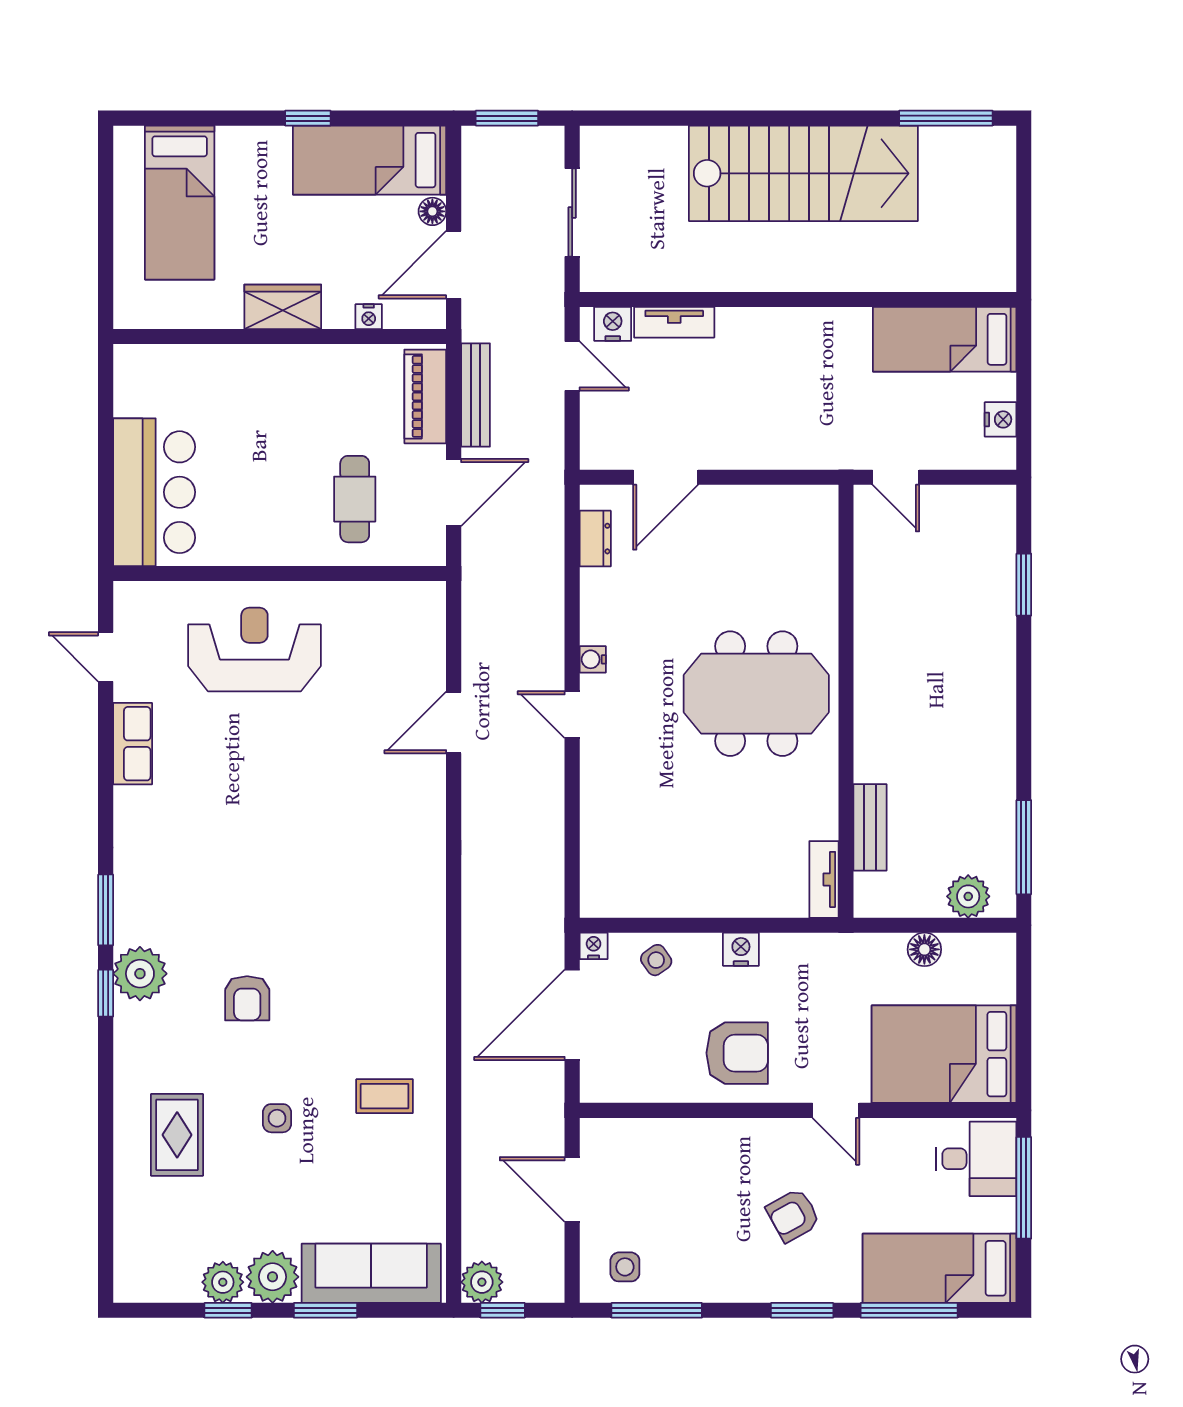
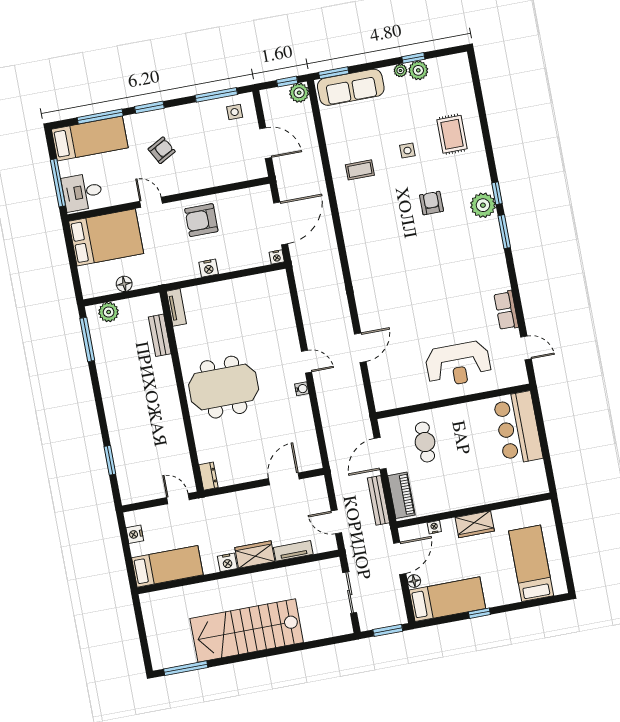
nightstand: (613, 324) -> (227, 562), moved
wardrobe: (756, 330) -> (255, 555), added
dresser: (595, 539) -> (208, 476), moved, turned 180
side table: (656, 960) -> (247, 256), removed
plant: (273, 1277) -> (400, 70), width x0.53, depth x0.53
window: (325, 1310) -> (334, 73), moved

